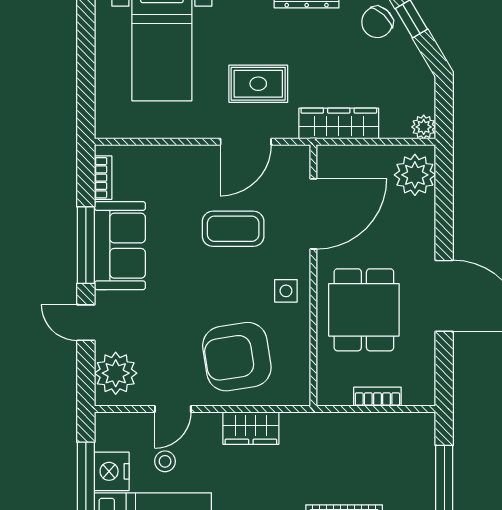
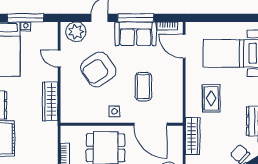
door: (246, 142) -> (184, 46), moved
armchair: (237, 357) -> (98, 69), moved, turned -115
wardrobe: (251, 428) -> (50, 101), width x1.50
stool: (165, 461) -> (35, 55), removed
nightstand: (112, 471) -> (26, 26), width x0.53, depth x0.56

